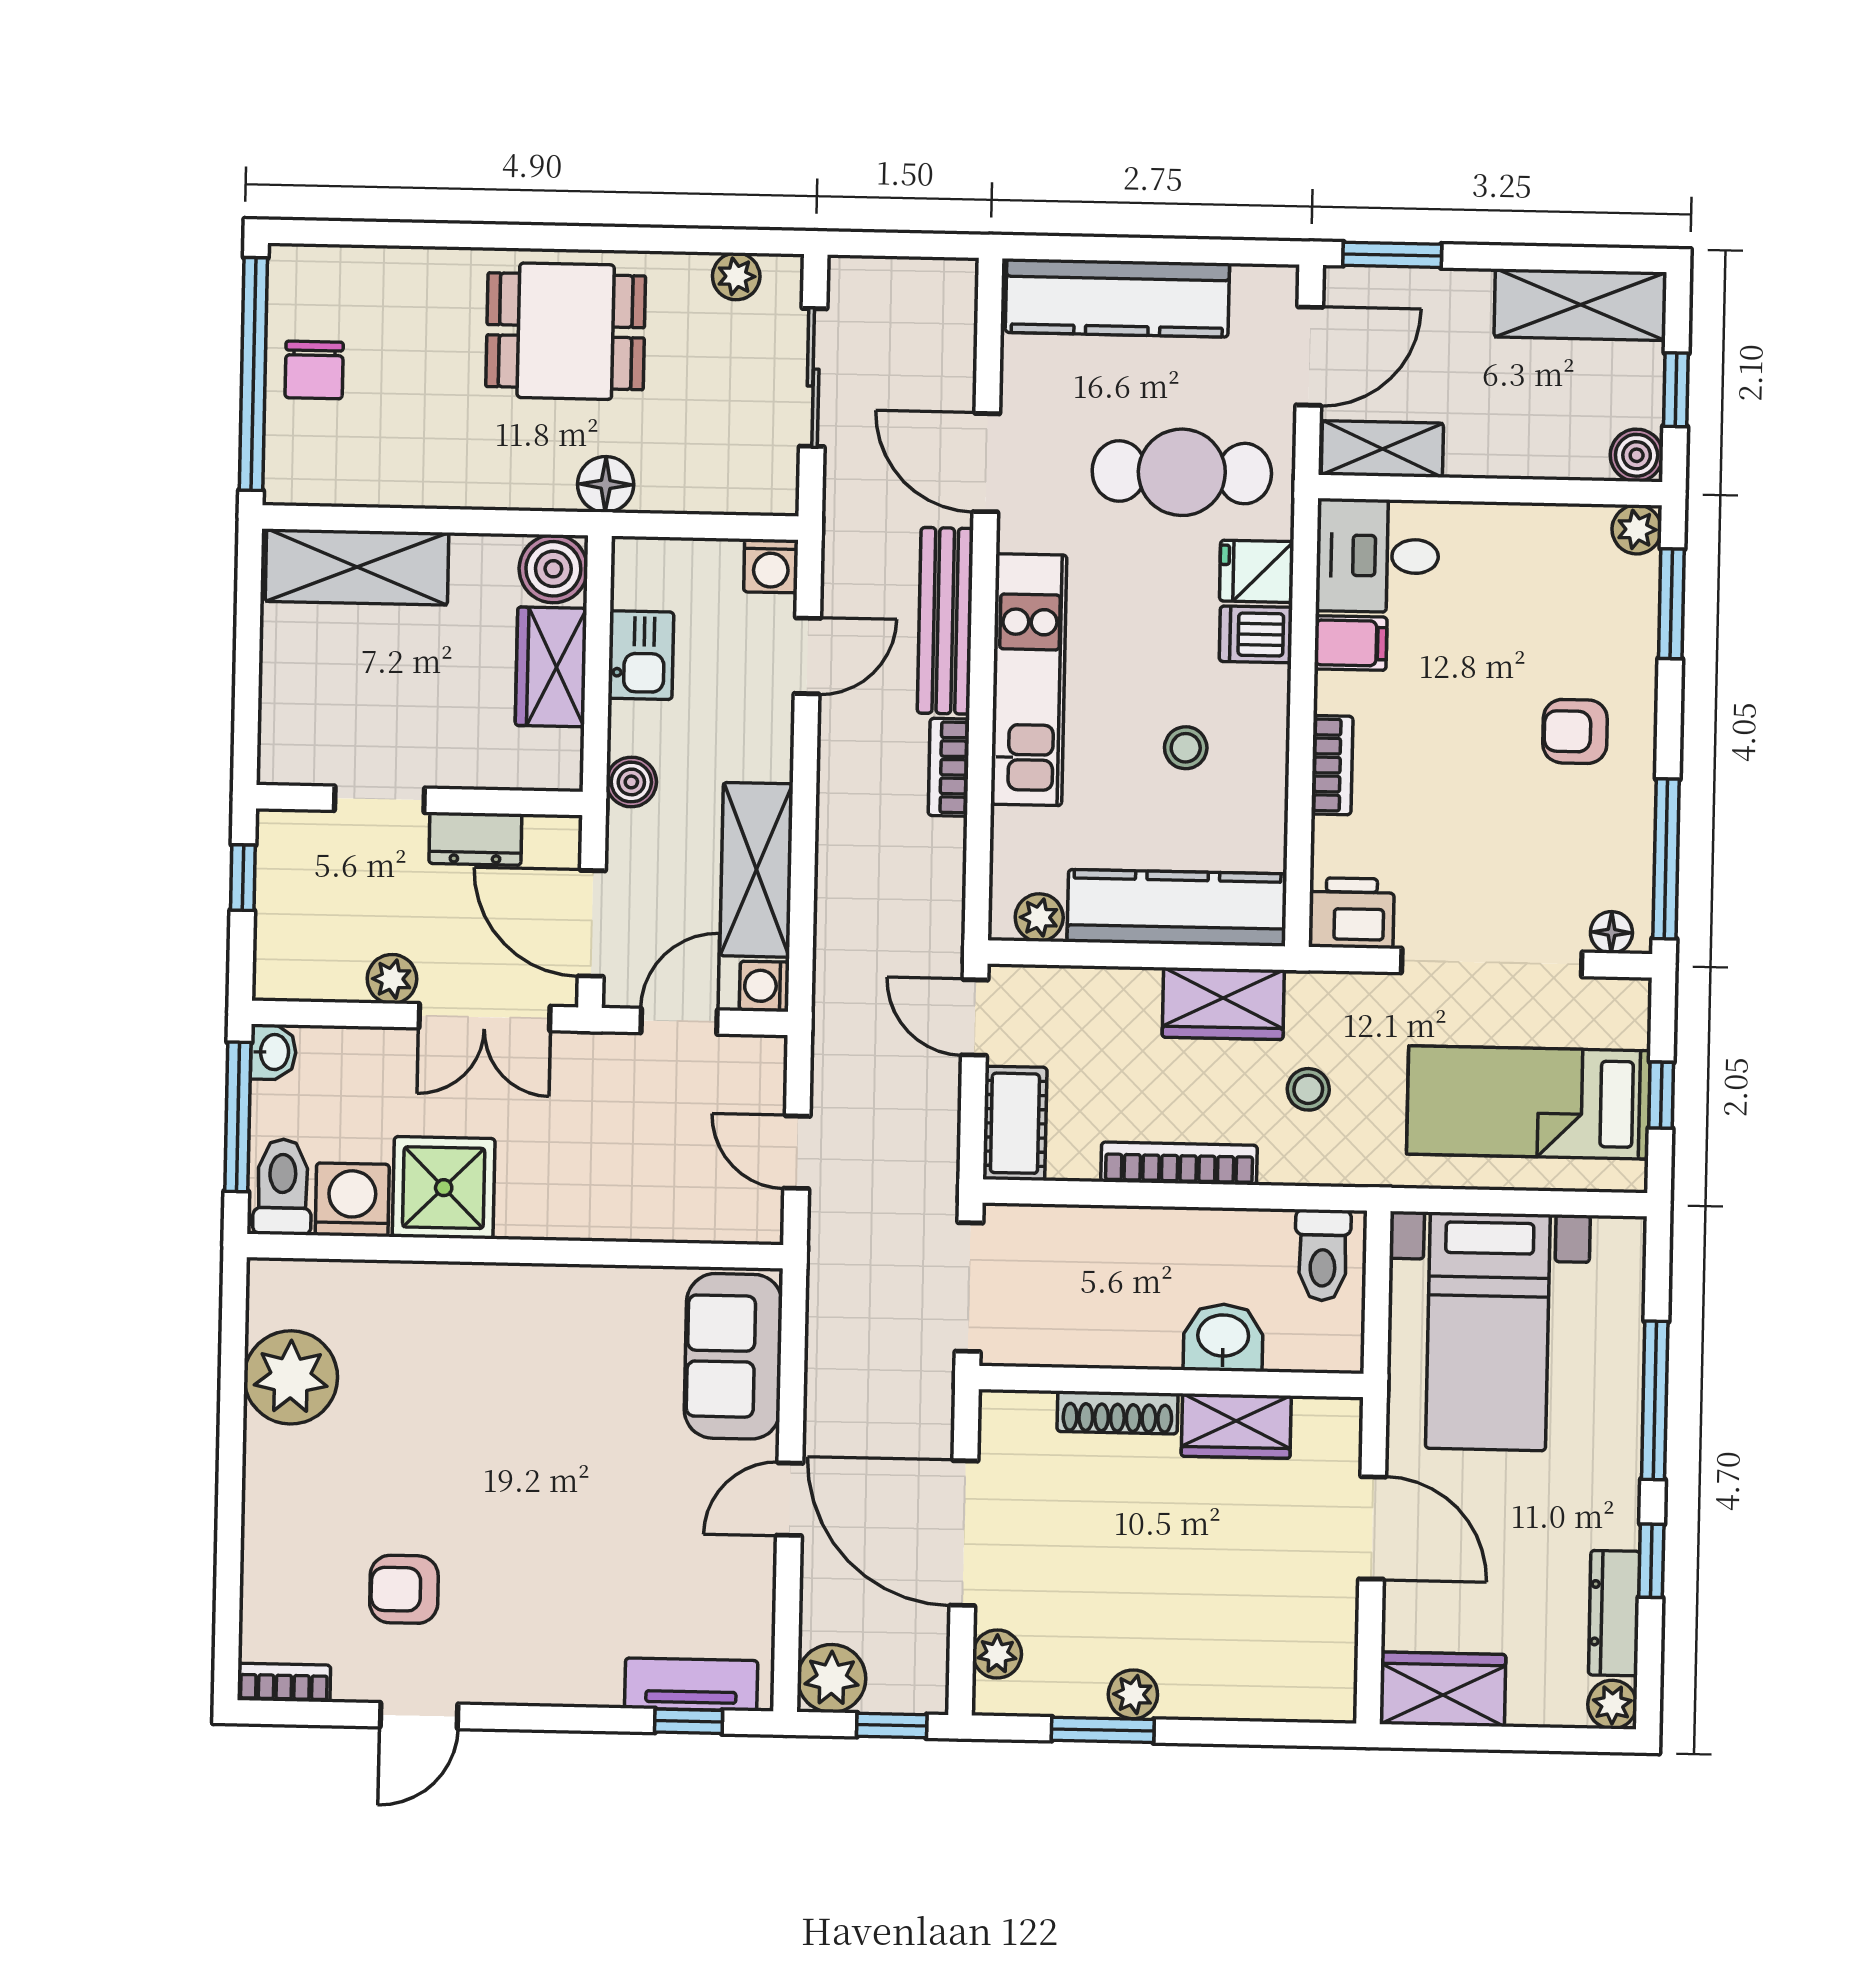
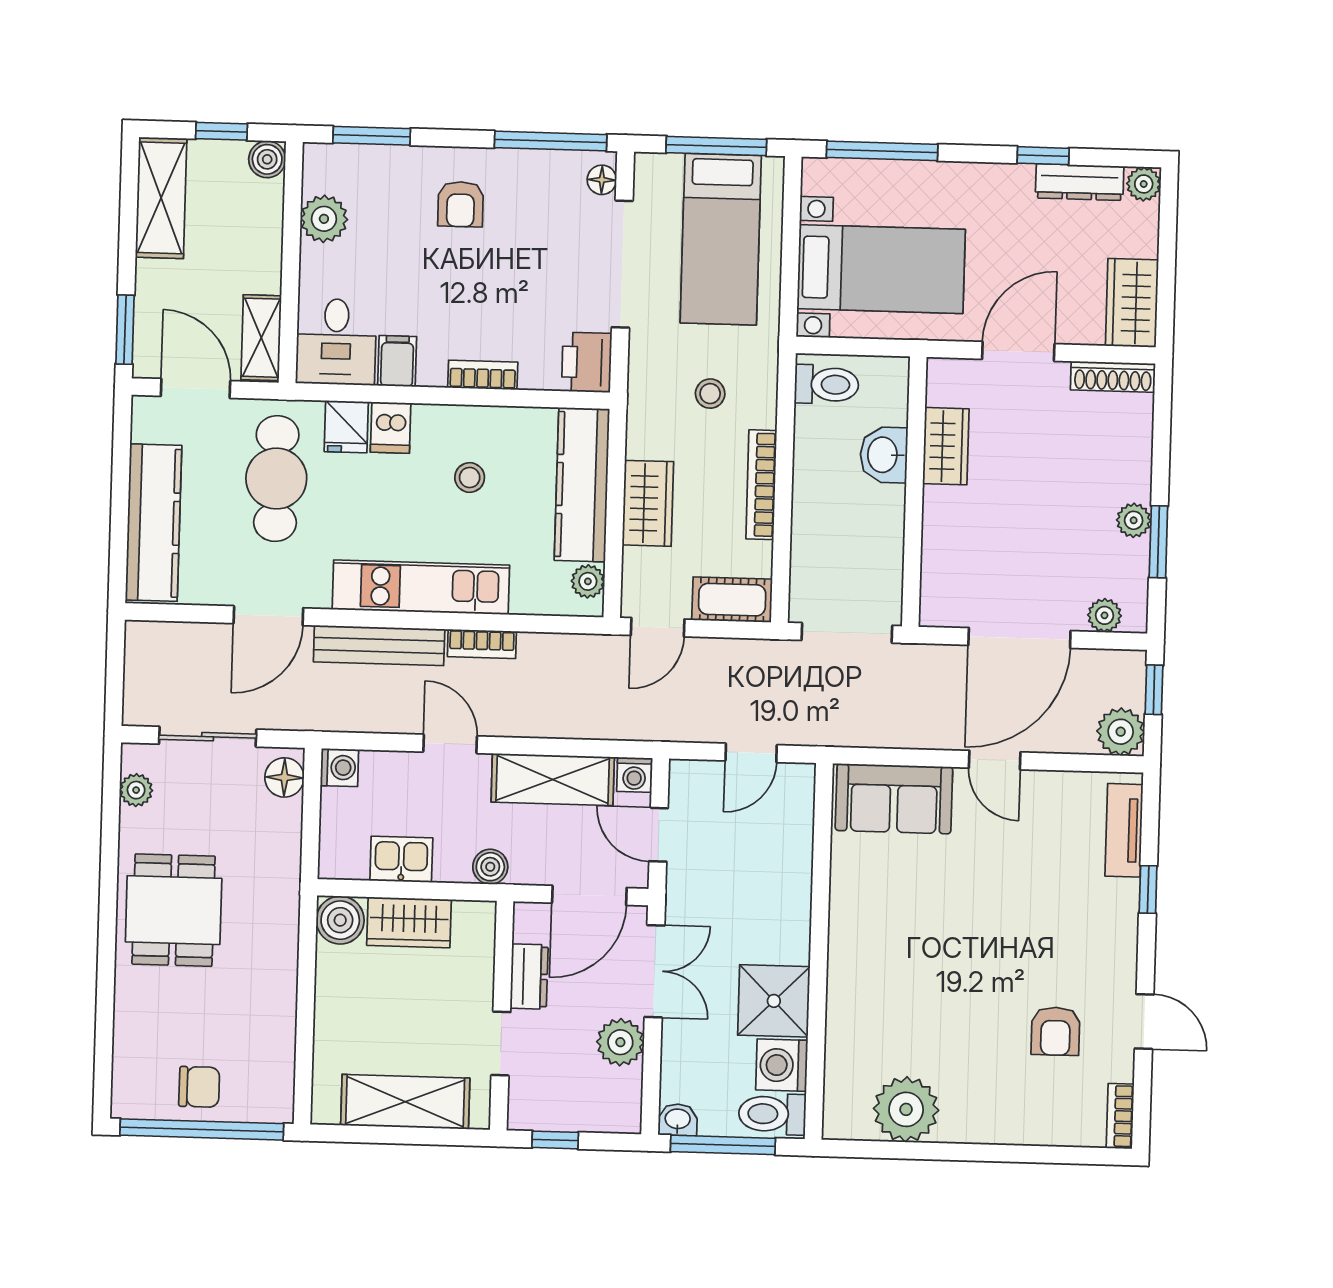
floor lamp: (606, 484) -> (284, 777), moved
plant: (1637, 529) -> (324, 219), moved, width x1.38, depth x1.38
shelving: (357, 567) -> (405, 1102), moved, turned 90
door: (807, 656) -> (450, 744), moved
plant: (392, 979) -> (620, 1042), width x1.38, depth x1.38
wardrobe: (1223, 1004) -> (648, 503), moved
window: (1661, 1095) -> (716, 146), width x2.17
window: (1655, 1400) -> (882, 151), moved
shoe rack: (1118, 1412) -> (1113, 377), moved, turned 90
window: (689, 1721) -> (1148, 889), moved

